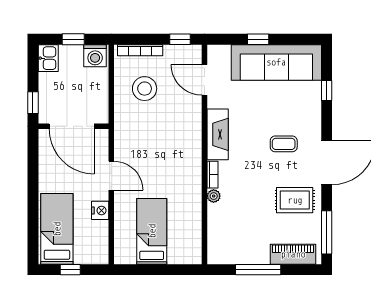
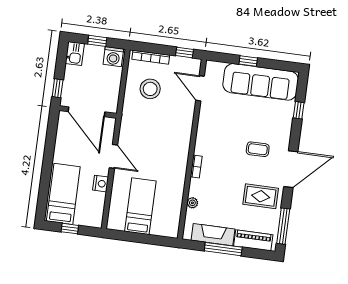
fireplace: (218, 134) -> (213, 235), moved, turned -90
plant: (214, 196) -> (192, 203), moved

